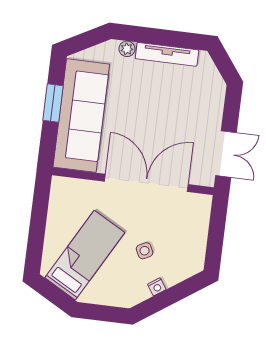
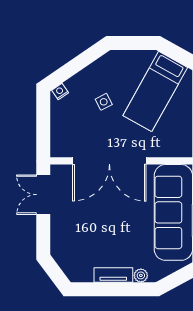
tv unit: (167, 54) -> (113, 275), width x0.71
nightstand: (157, 287) -> (60, 92), moved

